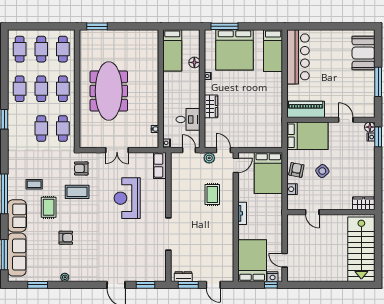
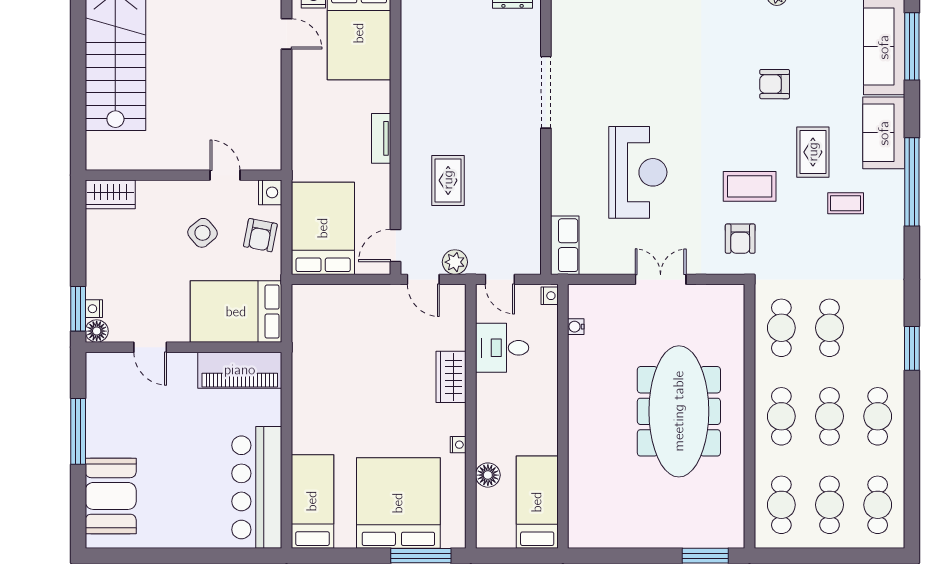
armchair: (81, 168) -> (740, 239), turned 90
wardrobe: (364, 203) -> (110, 194), moved
door: (312, 212) -> (225, 175), moved
wall: (331, 212) -> (183, 175), moved

